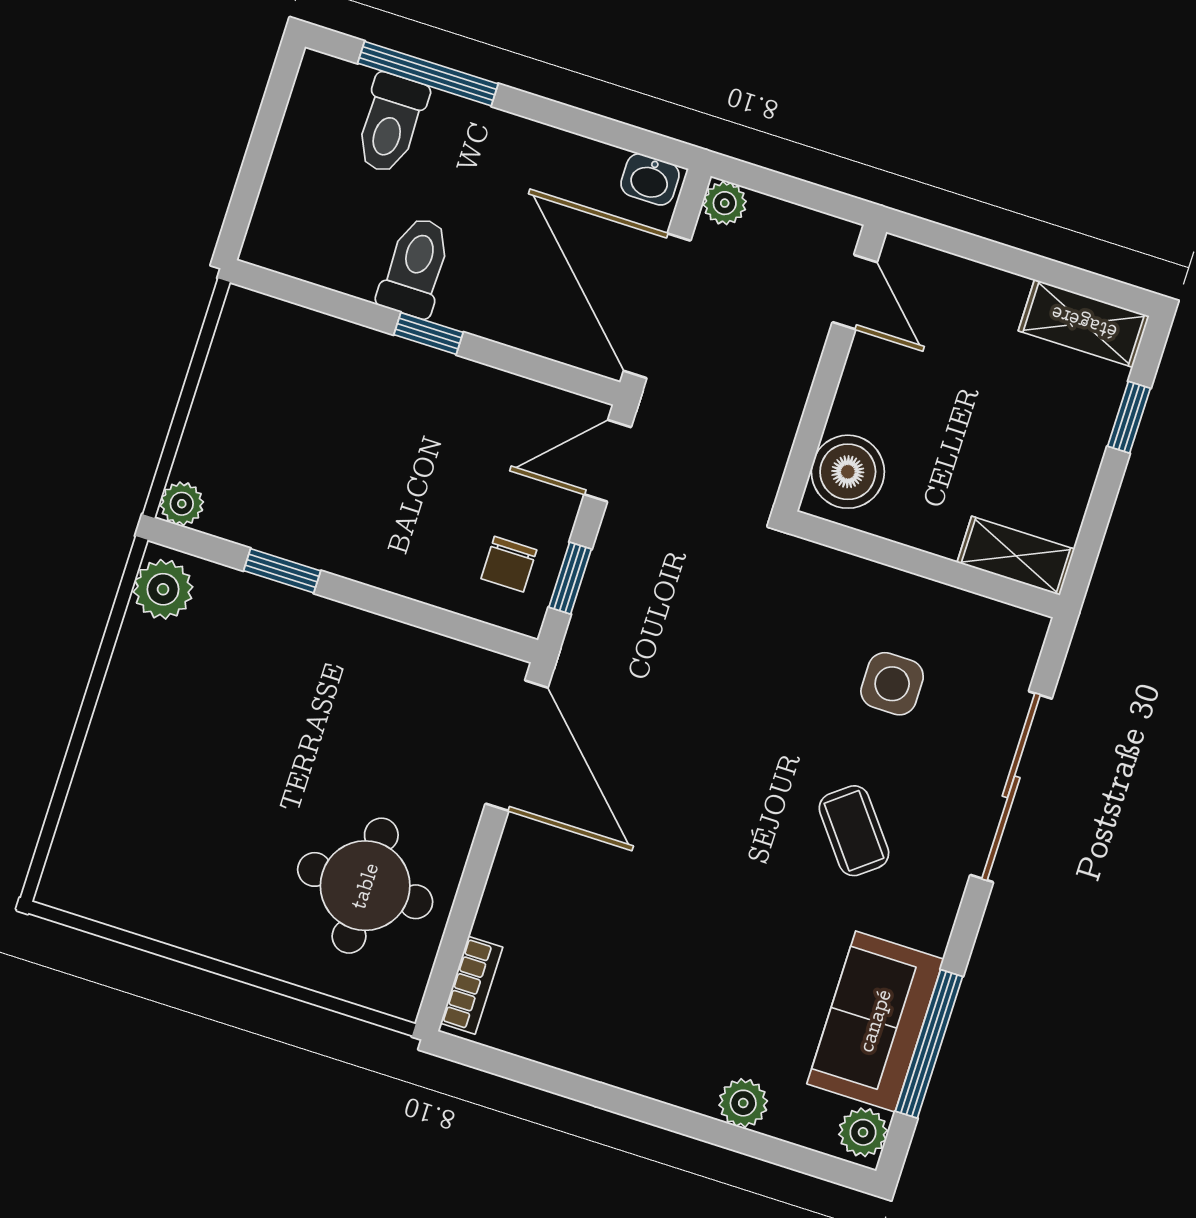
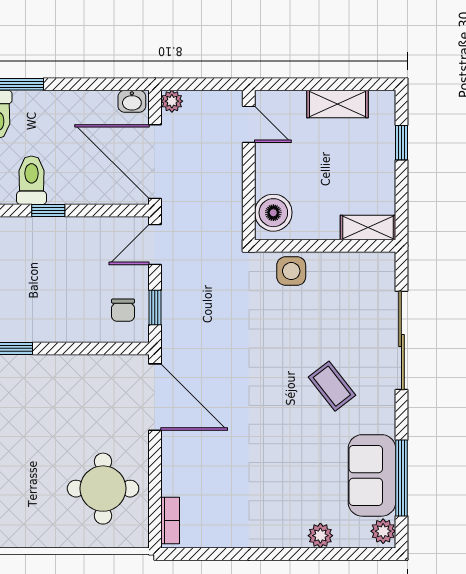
shelving: (1084, 323) -> (338, 104), moved
side table: (892, 684) -> (291, 271), moved

